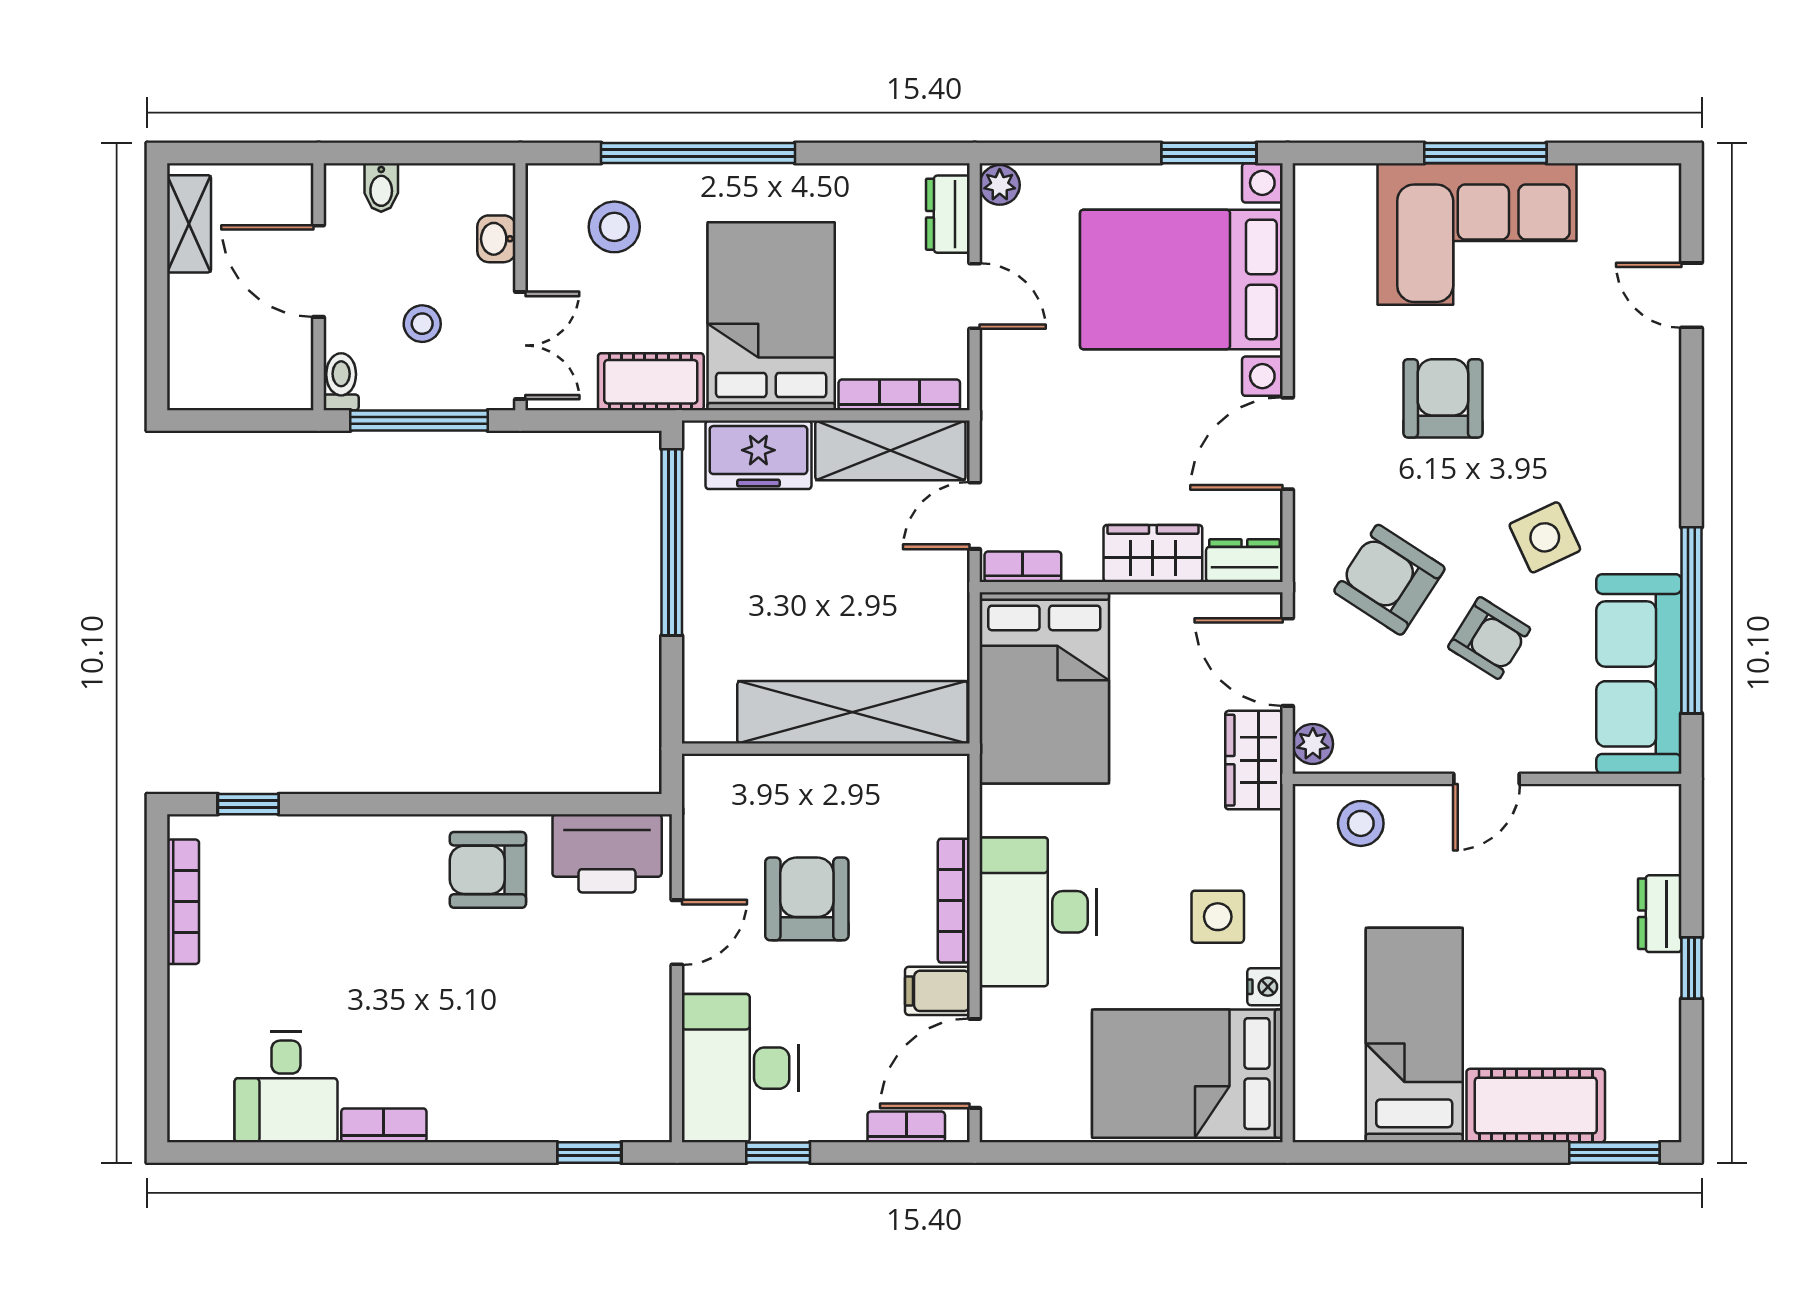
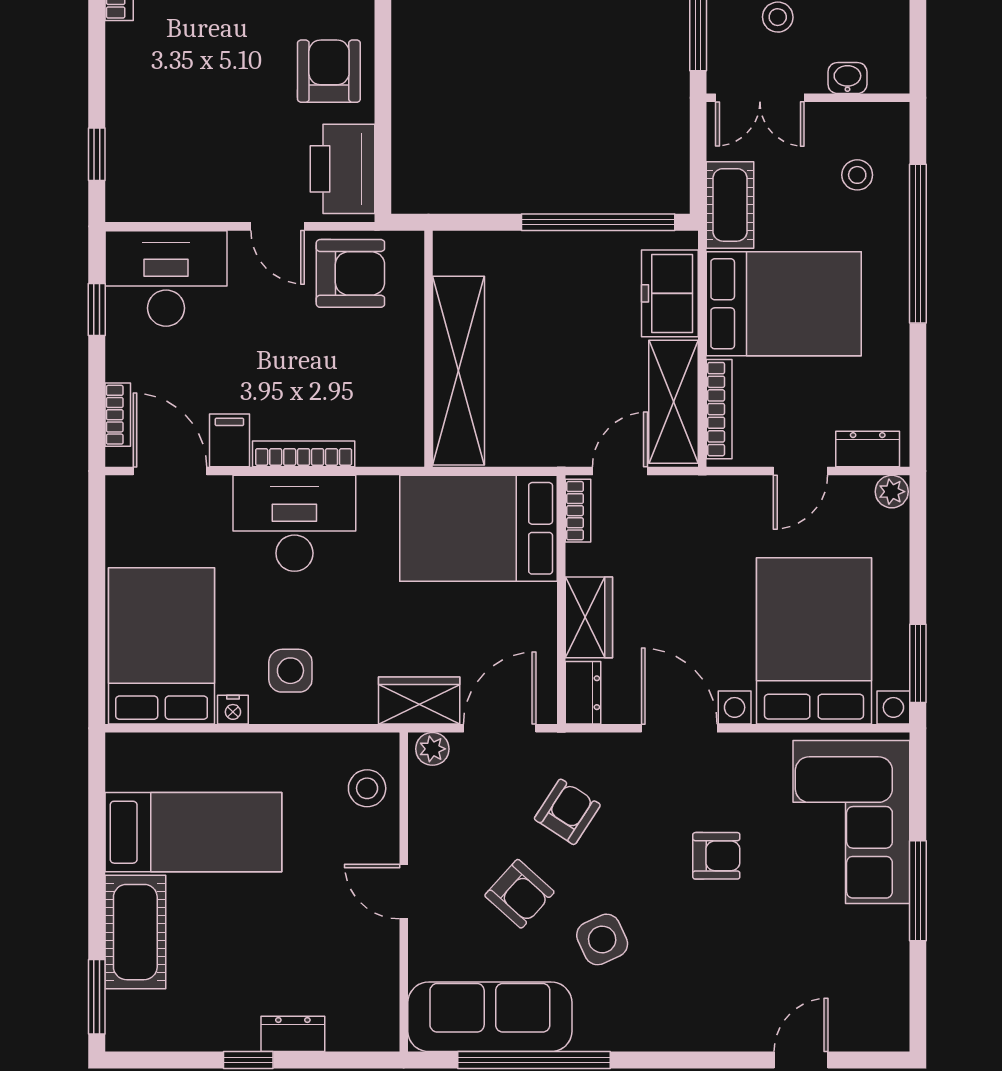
stool: (614, 227) -> (857, 175), width x0.73, depth x0.73
corner sofa: (1477, 234) -> (851, 822), moved
armchair: (1443, 398) -> (716, 856), width x0.72, depth x0.72
door: (975, 516) -> (620, 471), hinge flipped
armchair: (1389, 580) -> (567, 812), width x0.72, depth x0.72
armchair: (1489, 638) -> (519, 894), turned -80
armchair: (807, 899) -> (350, 273), moved

